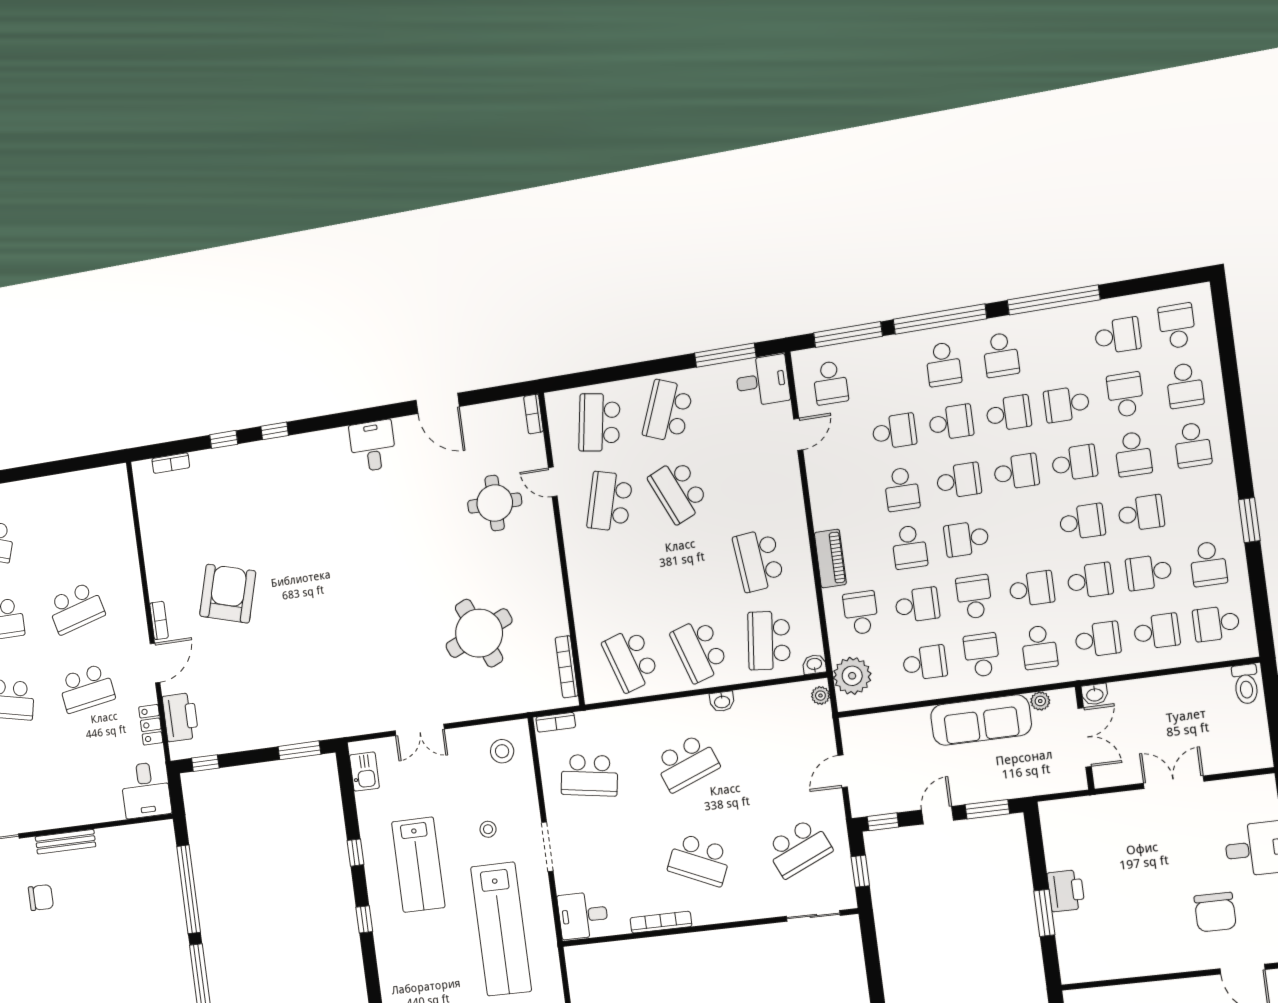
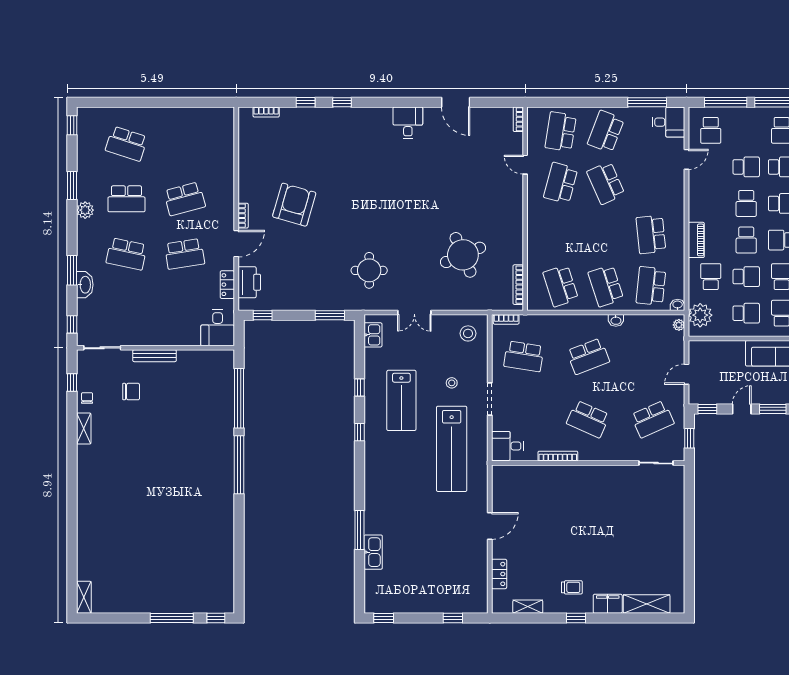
round table: (495, 503) -> (369, 270), moved

